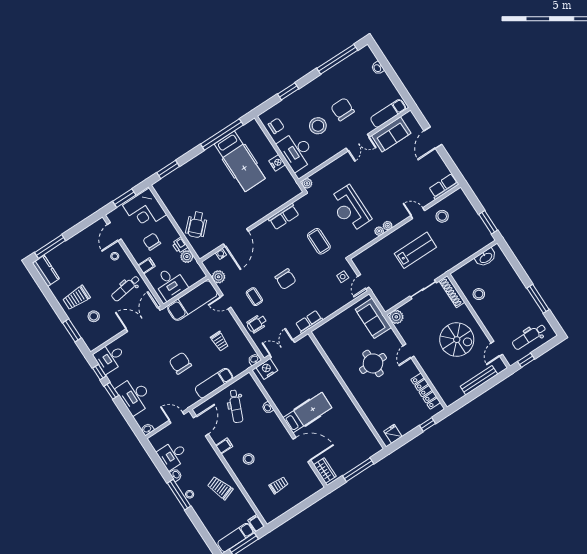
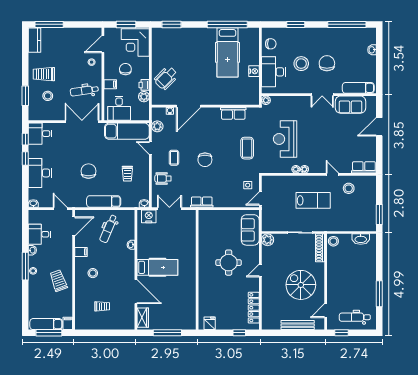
stool: (479, 294) -> (333, 241), moved
spiral stairs: (457, 340) -> (301, 285), turned 180

